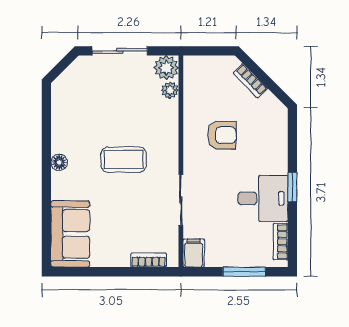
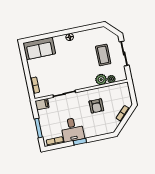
plant: (166, 68) -> (101, 80), moved
coffee table: (124, 160) -> (103, 55), moved

